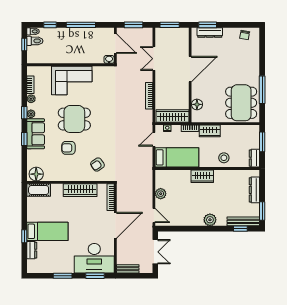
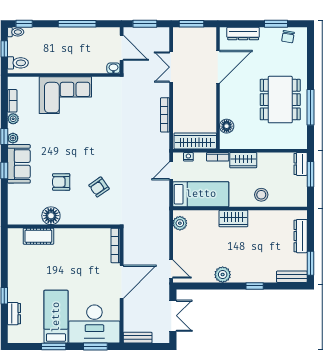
window: (50, 25) -> (24, 24), moved
window: (208, 25) -> (276, 24), moved
toilet: (35, 41) -> (18, 63), moved
door: (190, 69) -> (218, 67), moved
dining table: (241, 103) -> (280, 100), moved
dining table: (74, 119) -> (69, 145), removed
dresser: (254, 158) -> (301, 164), moved
armchair: (97, 165) -> (99, 187), moved
floor lamp: (36, 174) -> (51, 216), moved
cot: (39, 190) -> (38, 236), moved
wardrobe: (80, 190) -> (76, 236), removed
plant: (161, 194) -> (180, 223), moved
plant: (210, 220) -> (223, 275), moved
bench: (243, 221) -> (292, 277), width x0.73
window: (240, 229) -> (255, 286), moved
bed: (47, 231) -> (56, 317), moved, turned -90

